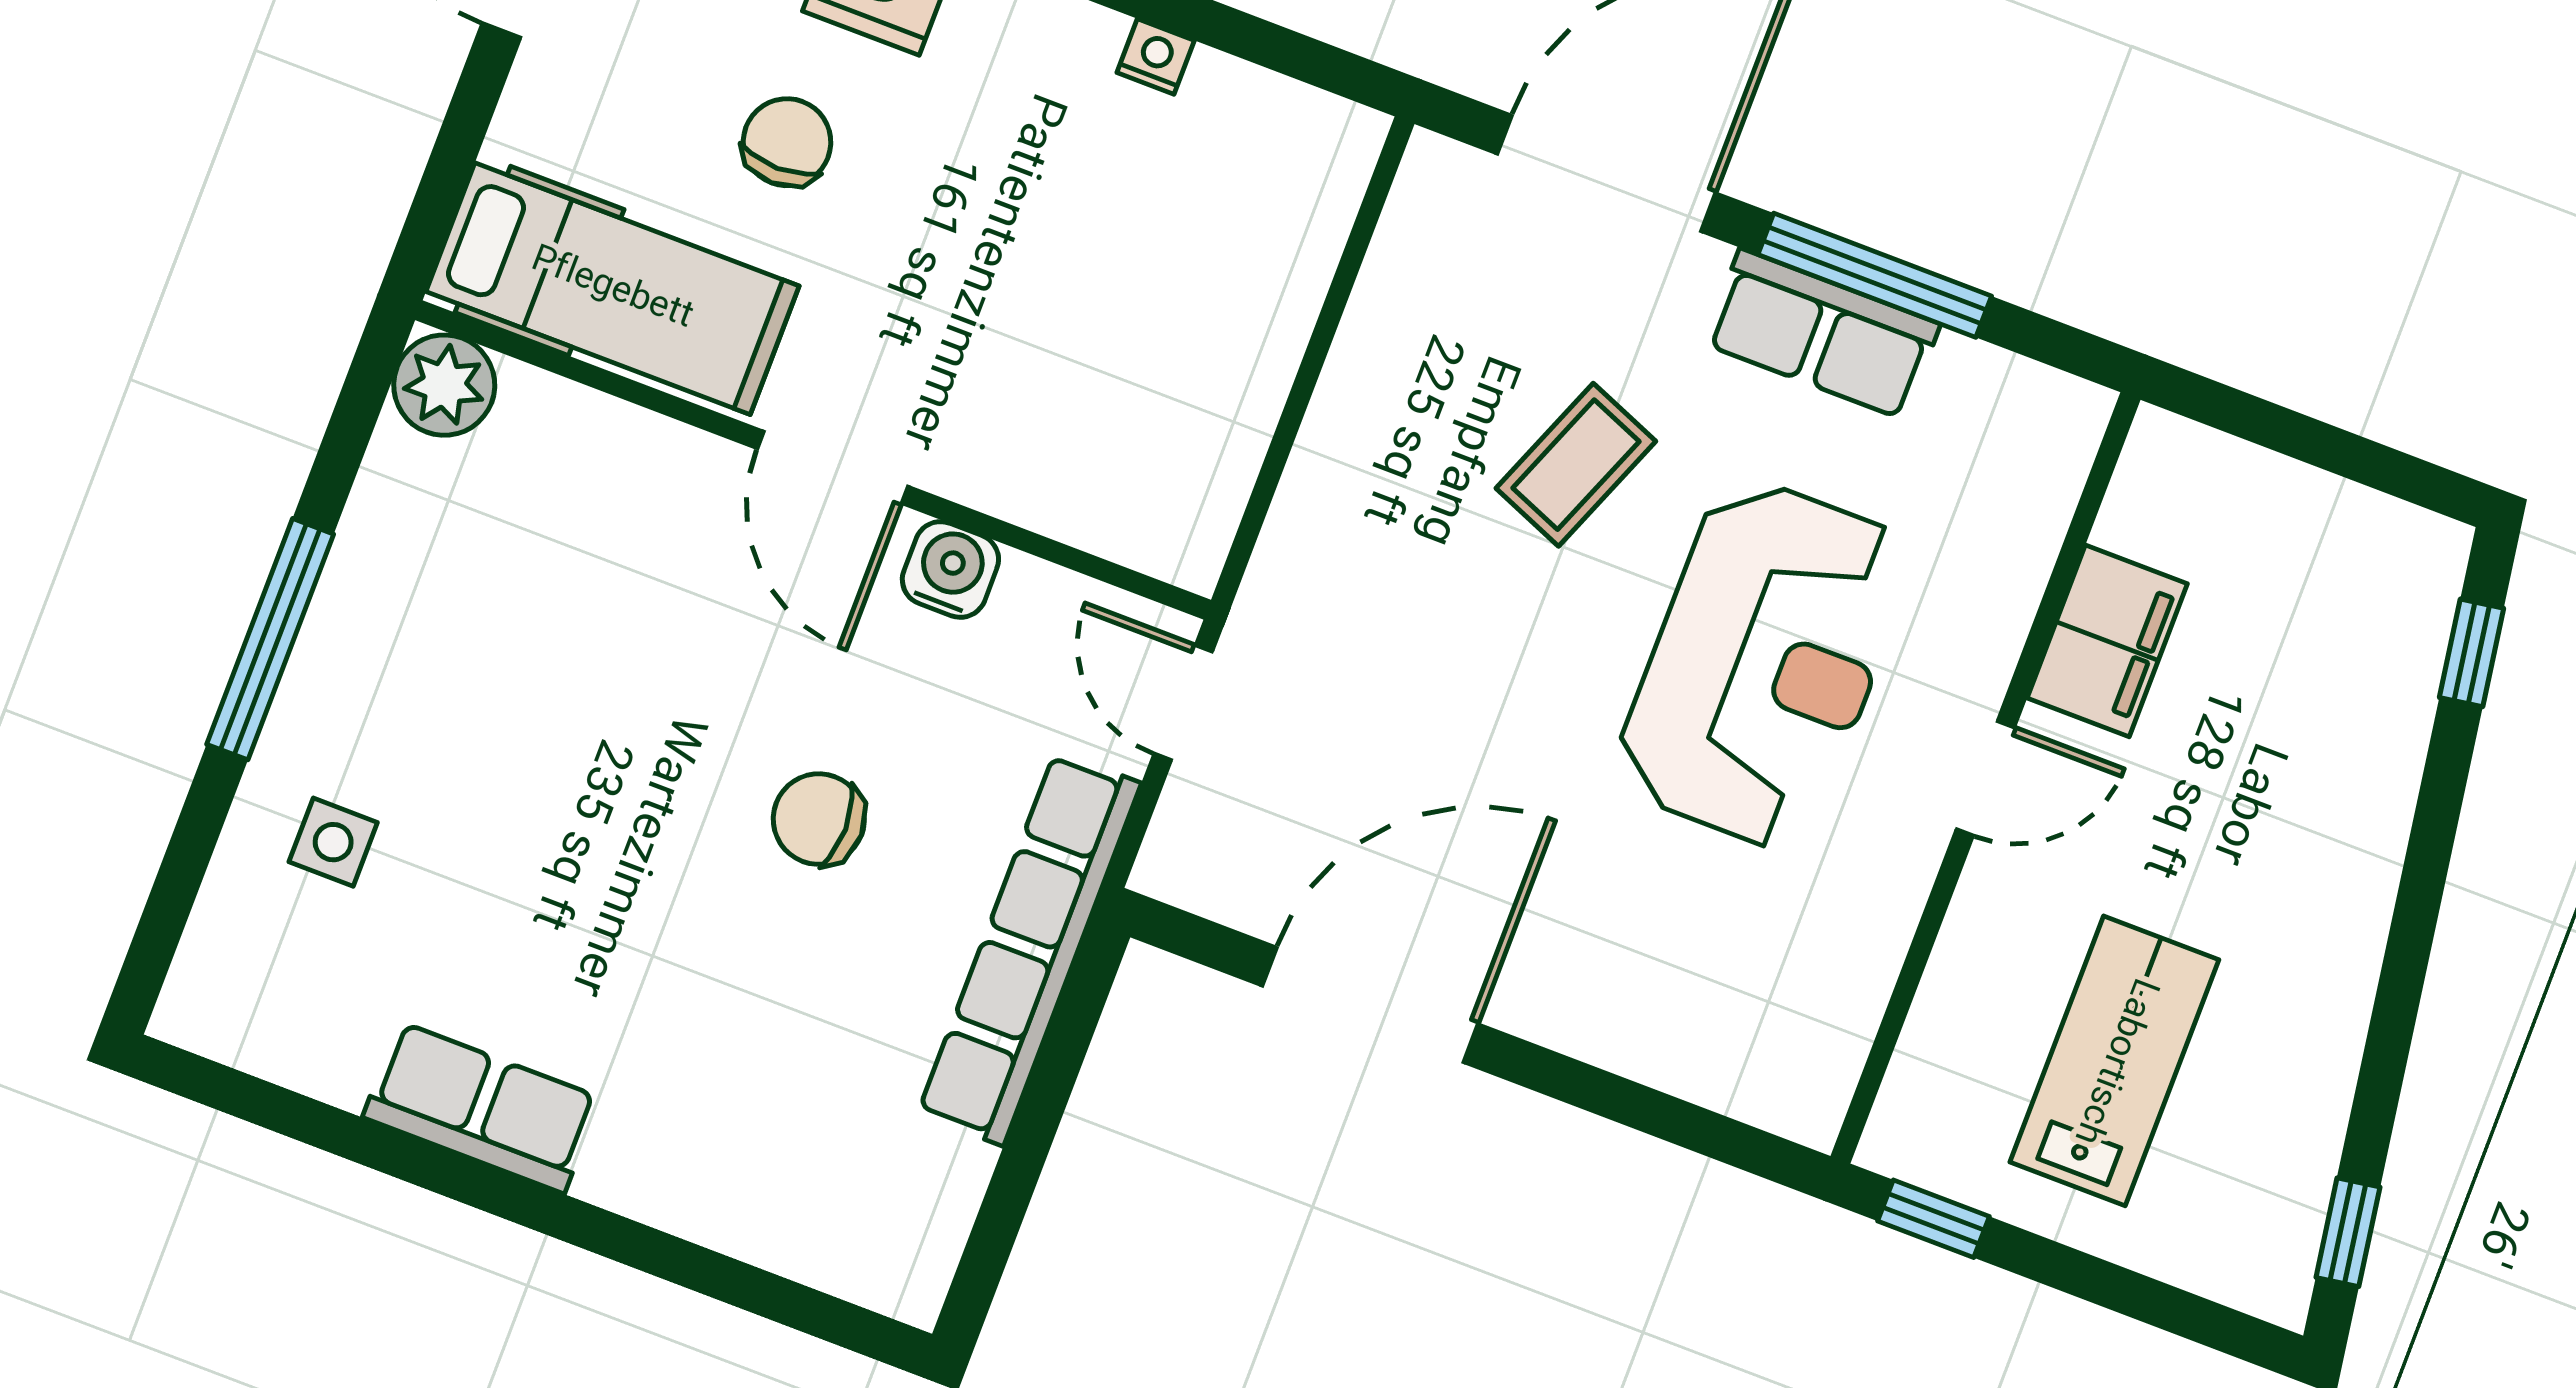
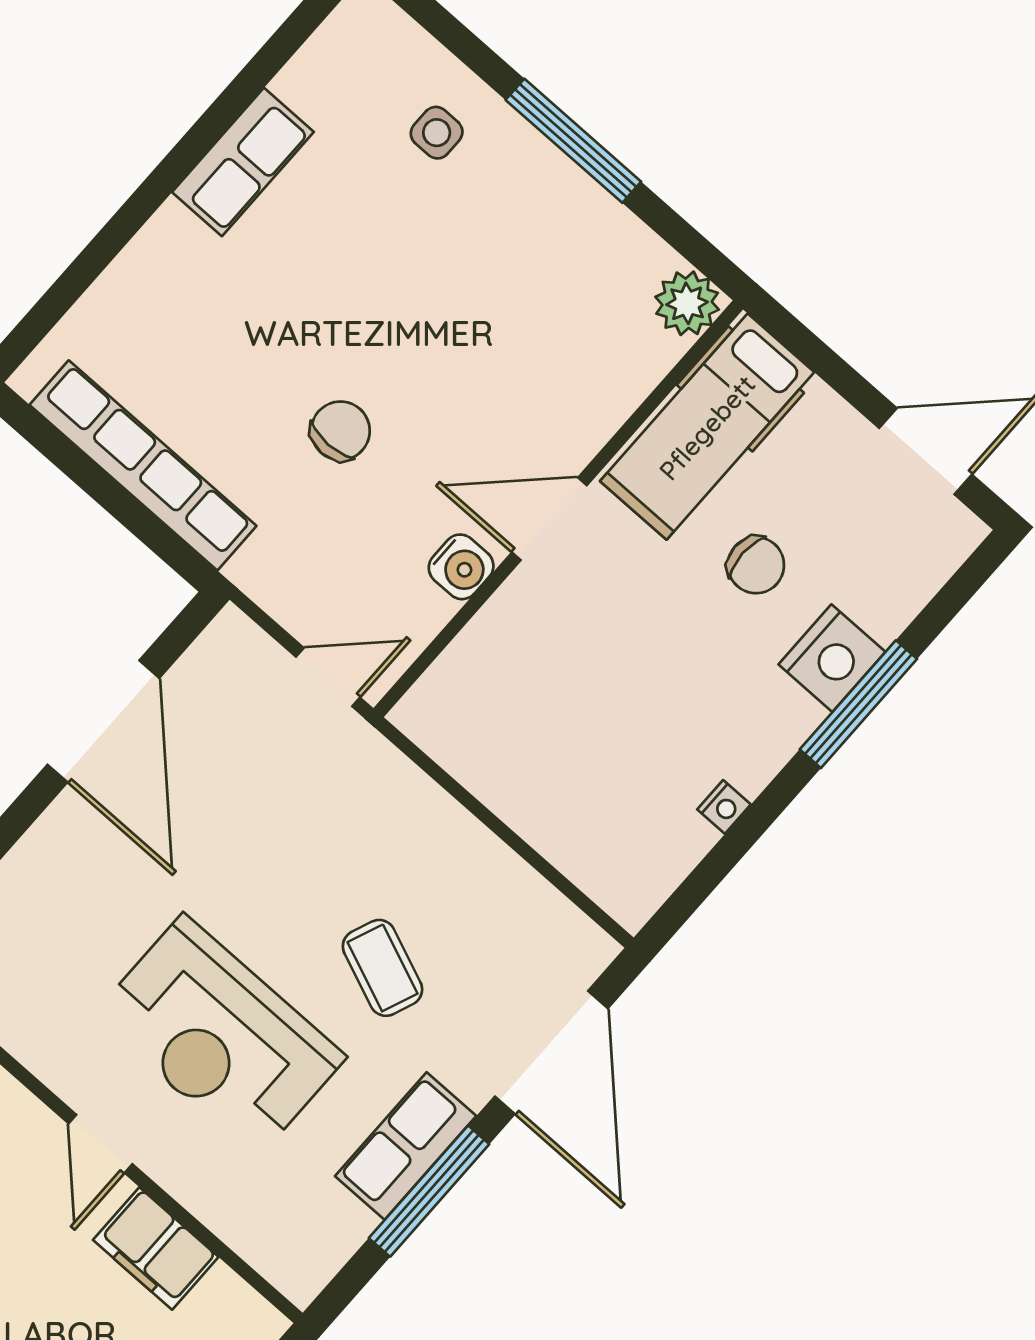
row of seats: (1029, 948) -> (143, 465), moved

